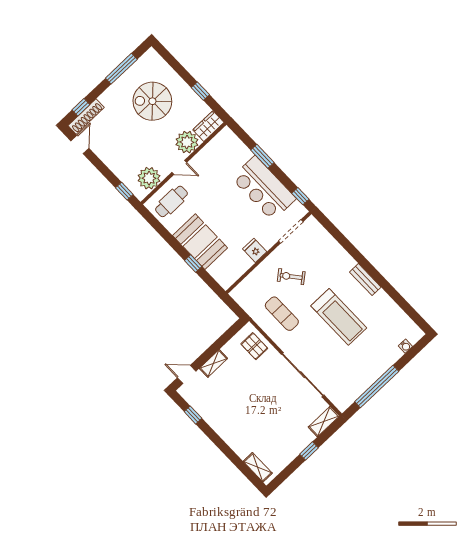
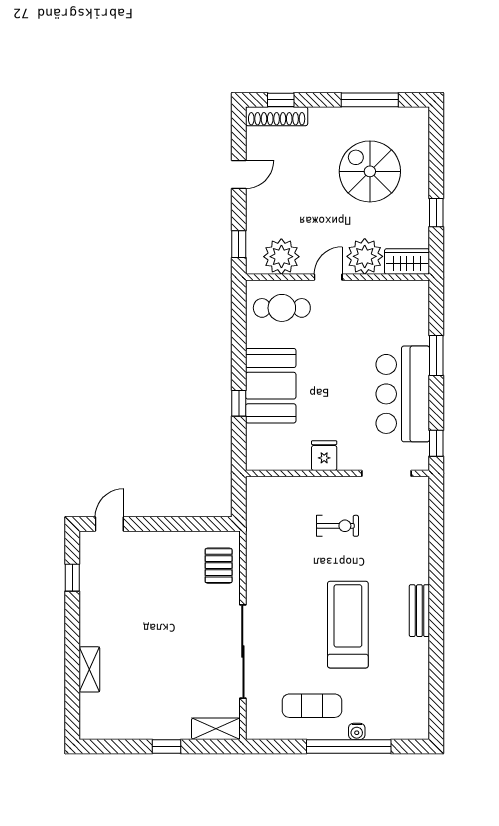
door: (80, 145) -> (239, 174), moved
door: (179, 167) -> (328, 277), swing flipped
exercise bike: (291, 277) -> (337, 526), turned 129
exercise mat: (282, 314) -> (312, 706), moved, turned 90
treadmill: (339, 317) -> (348, 625), turned 180
water cooler: (405, 346) -> (357, 731), moved
shelving: (213, 363) -> (153, 541), removed
door: (187, 374) -> (109, 524), hinge flipped
window: (377, 387) -> (349, 746), moved
shelving: (258, 467) -> (89, 669), moved

